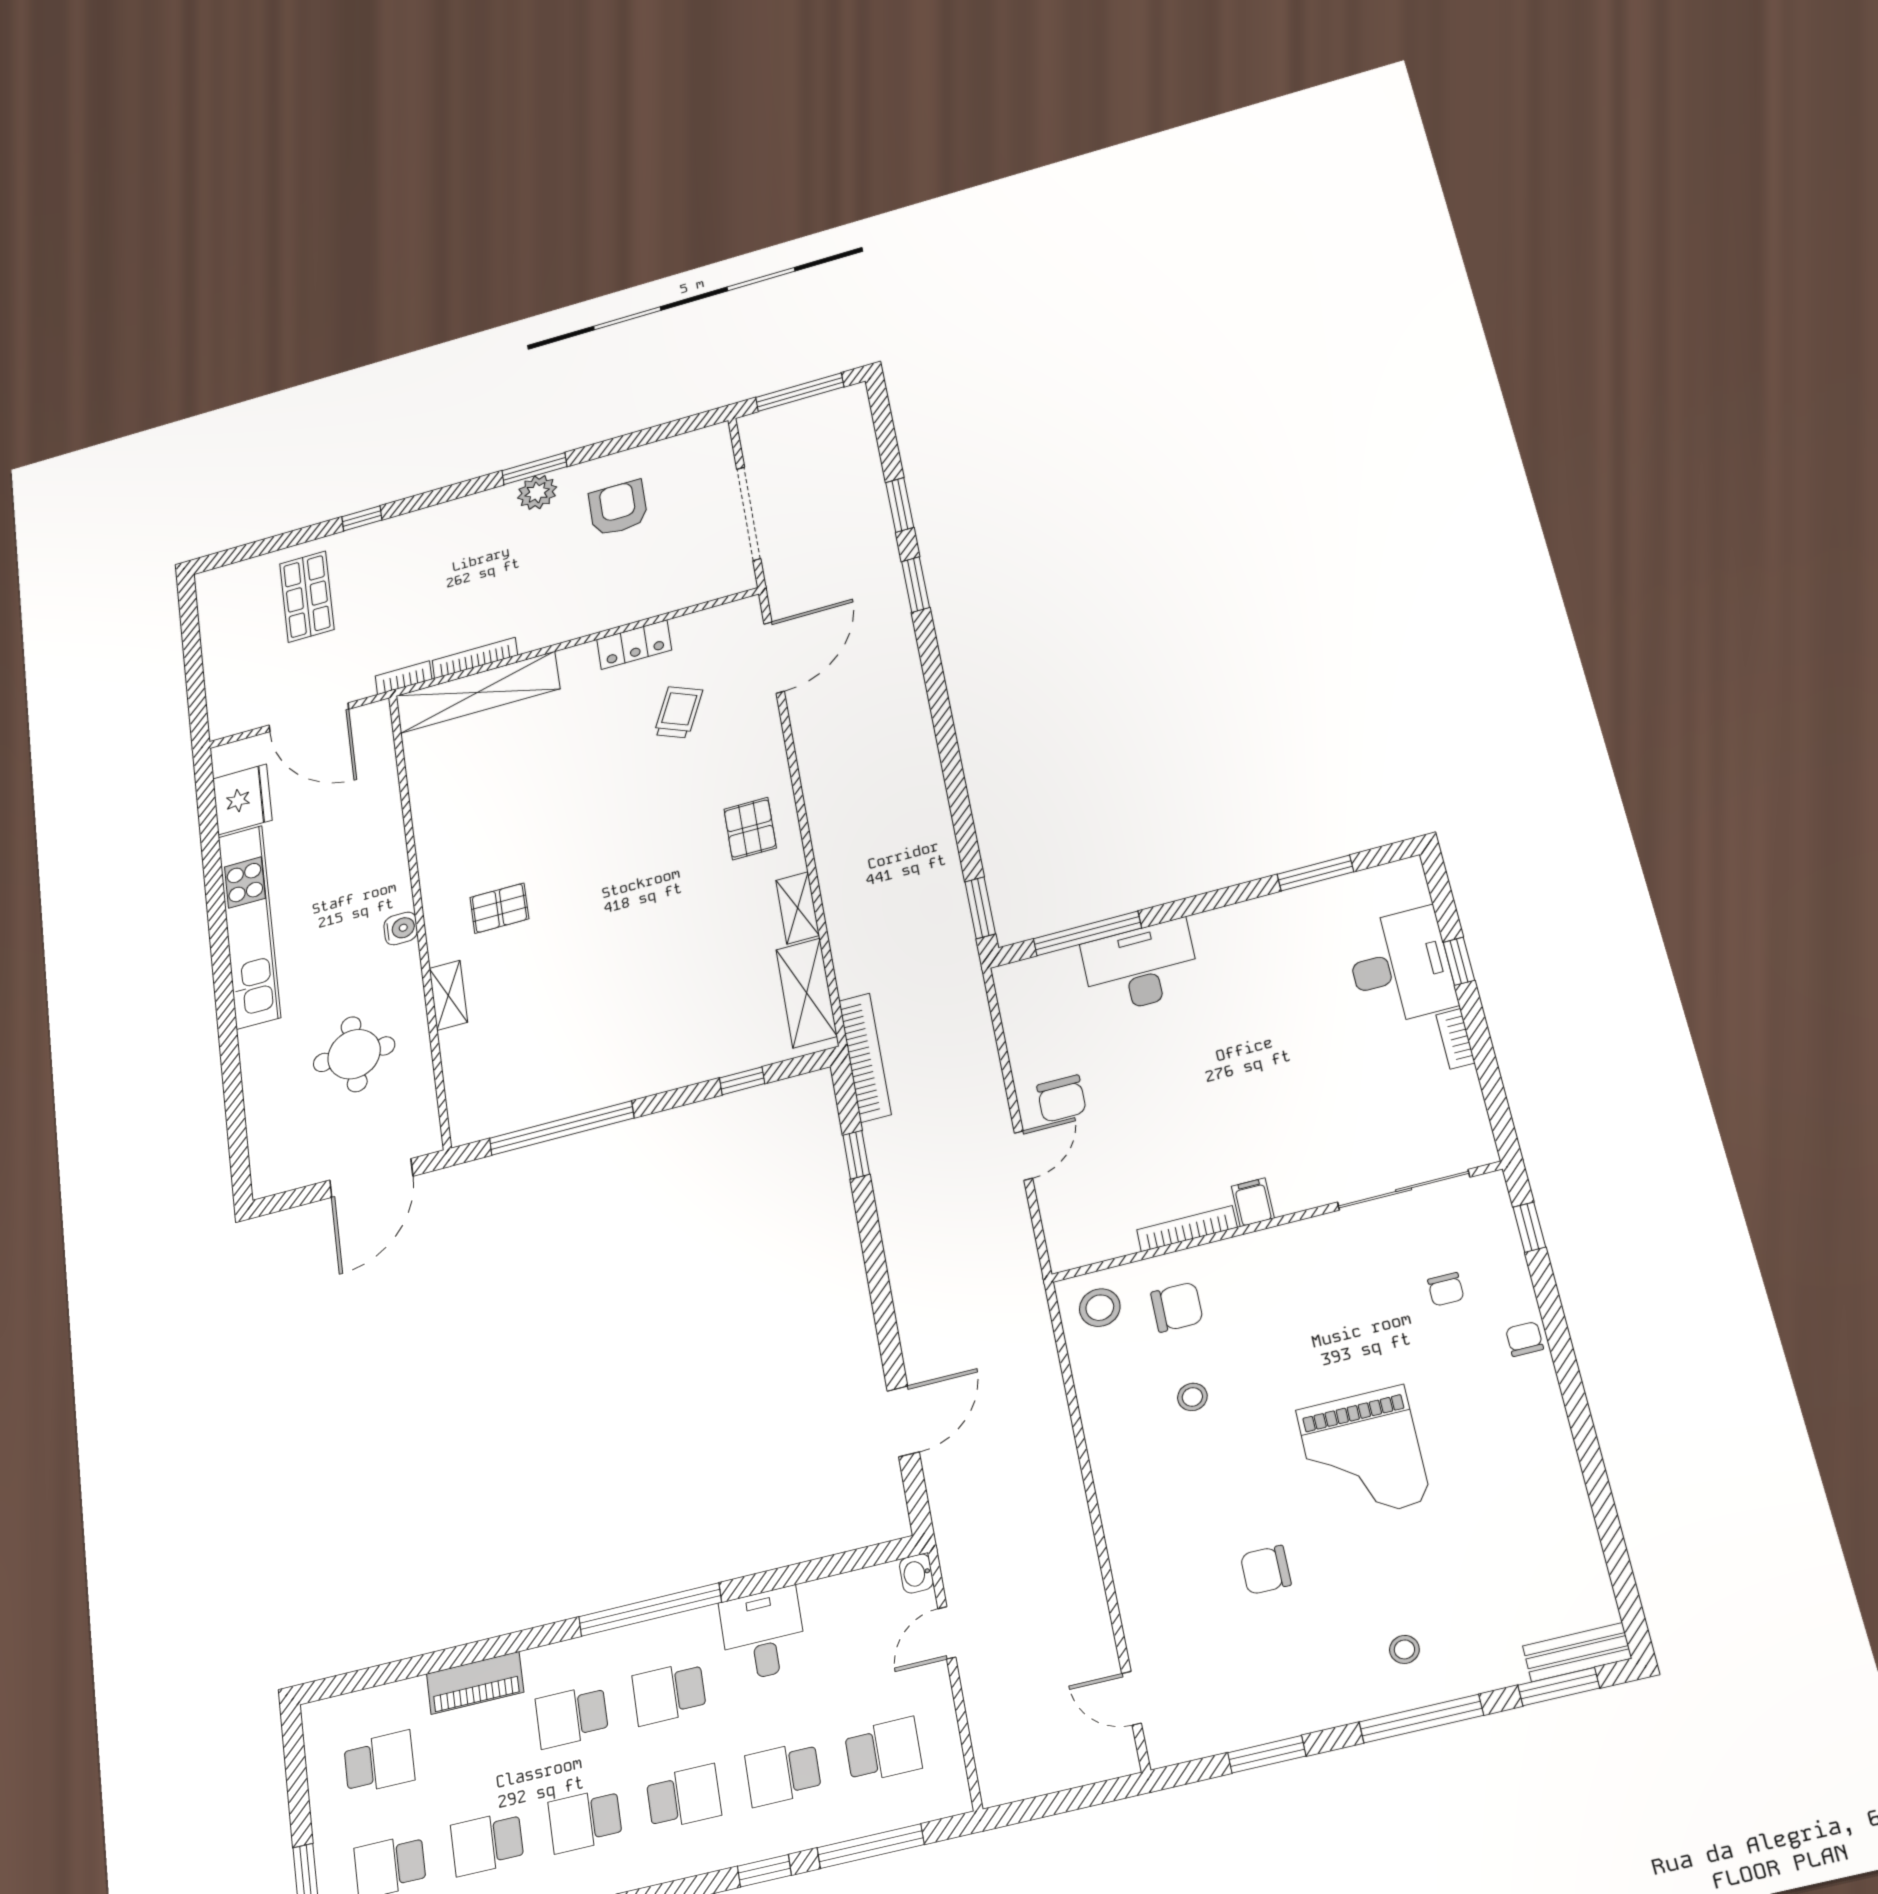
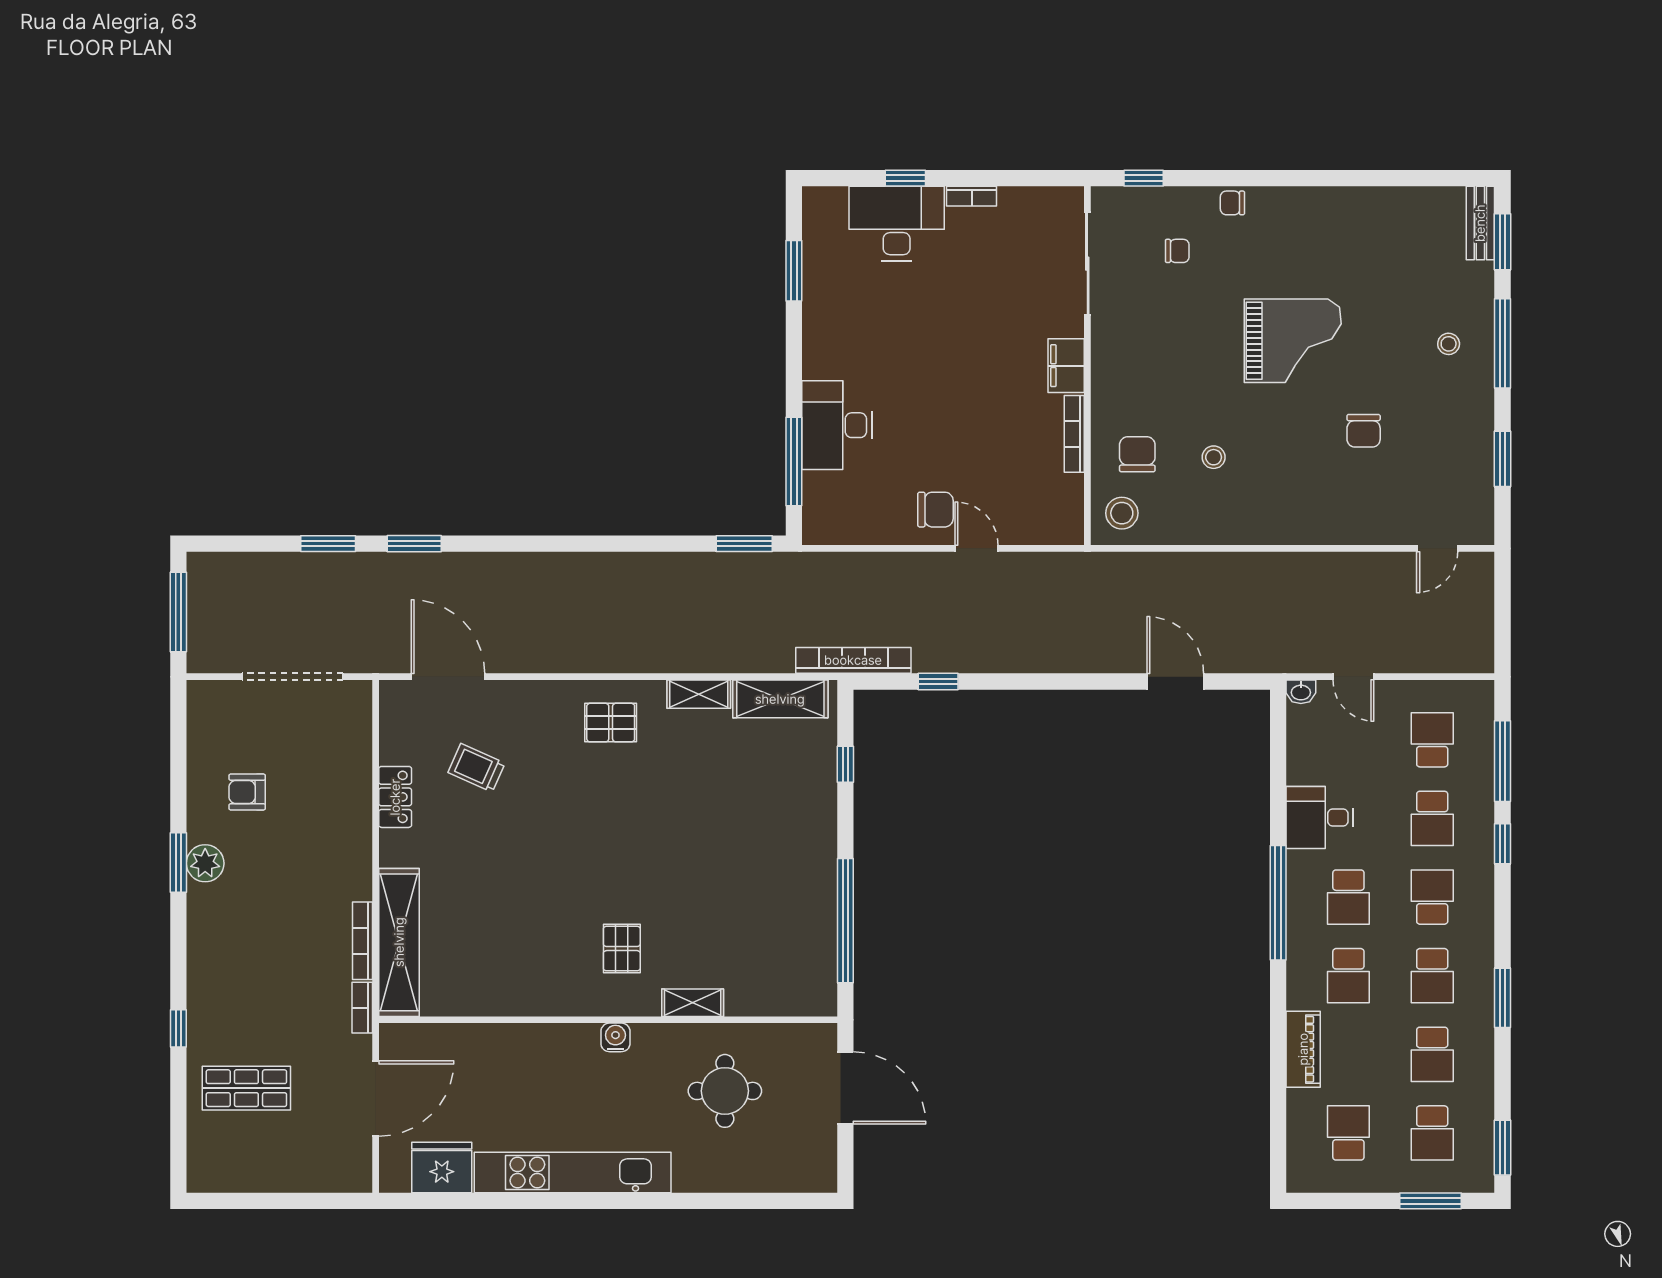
armchair: (618, 508) -> (247, 792), width x0.72, depth x0.72
filing cabinet: (1253, 1202) -> (1066, 366), width x2.00

